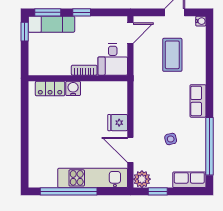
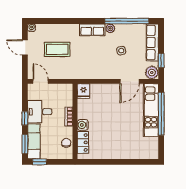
desk: (113, 59) -> (40, 112), moved, turned 180
chair: (50, 67) -> (66, 143), added
fridge: (118, 123) -> (83, 91), moved
plant: (200, 125) -> (110, 28), added
row of seats: (189, 180) -> (152, 42), width x1.48
window: (69, 191) -> (161, 114), moved

